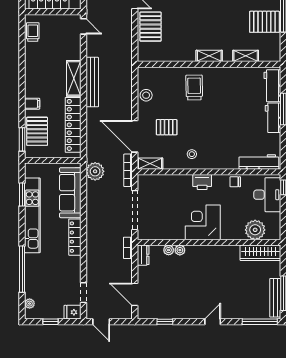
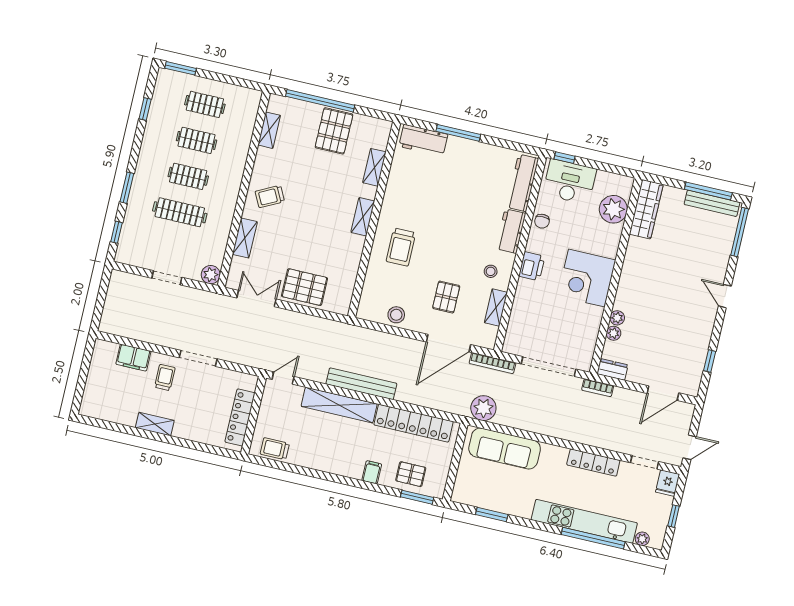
shelving: (74, 78) -> (339, 405), width x1.47
trolley: (194, 87) -> (401, 247), turned -89
workbench: (273, 118) -> (511, 231), moved, turned 90
pallet: (37, 131) -> (411, 474), width x0.67, depth x0.71
shelving: (150, 164) -> (496, 308), moved
kitchen unit: (32, 215) -> (584, 521), moved
locker: (75, 237) -> (593, 463), moved

